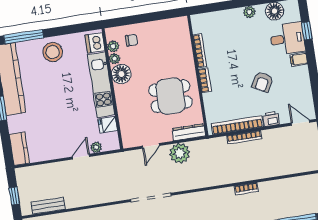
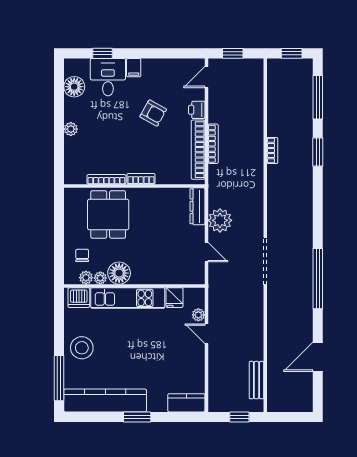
plant: (249, 12) -> (71, 129), moved
dining table: (171, 96) -> (108, 214), moved

